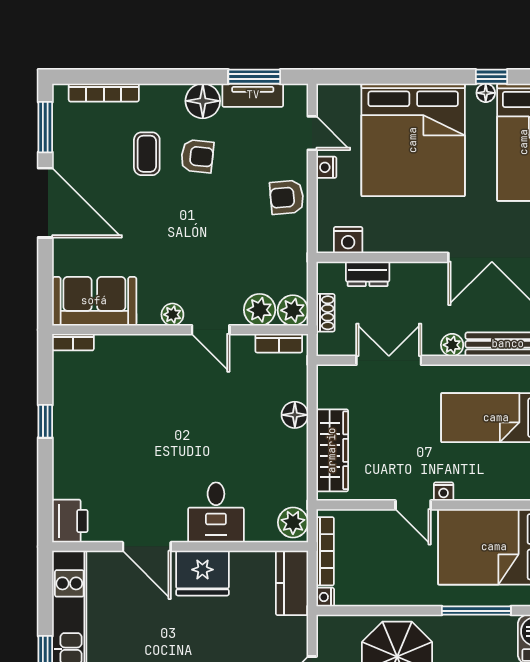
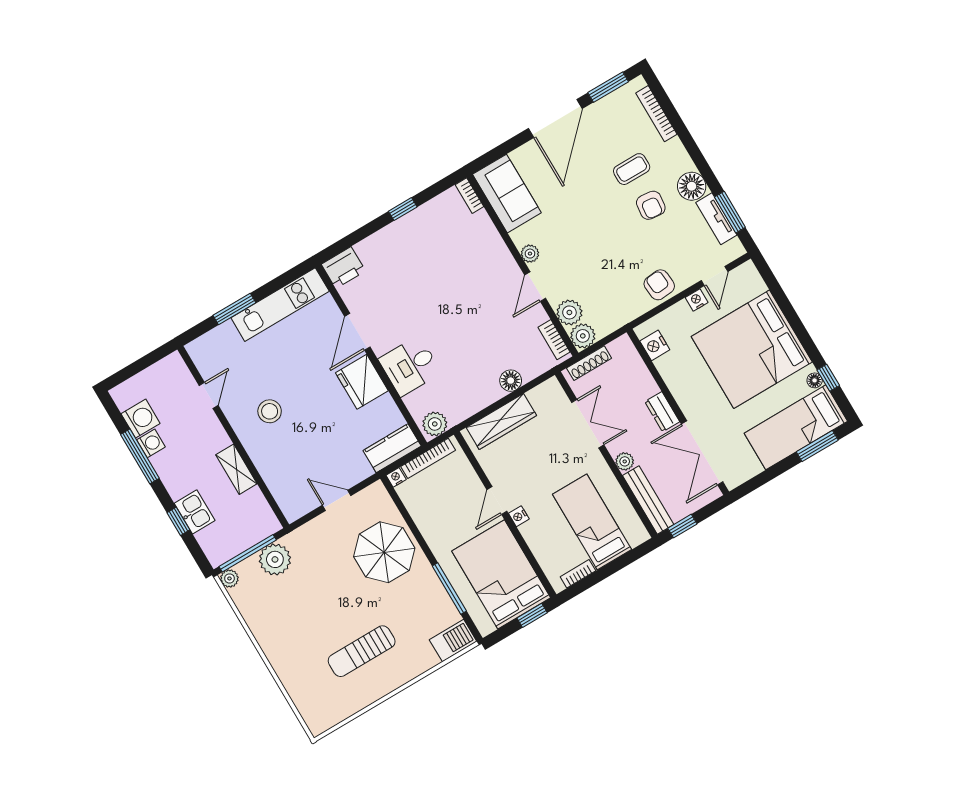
dresser: (368, 274) -> (662, 412), moved
shoe rack: (326, 313) -> (589, 363), width x1.43

